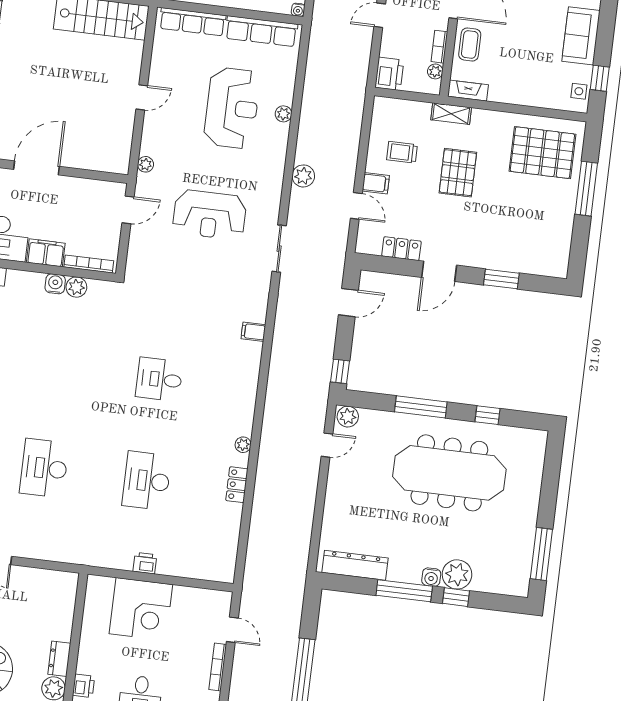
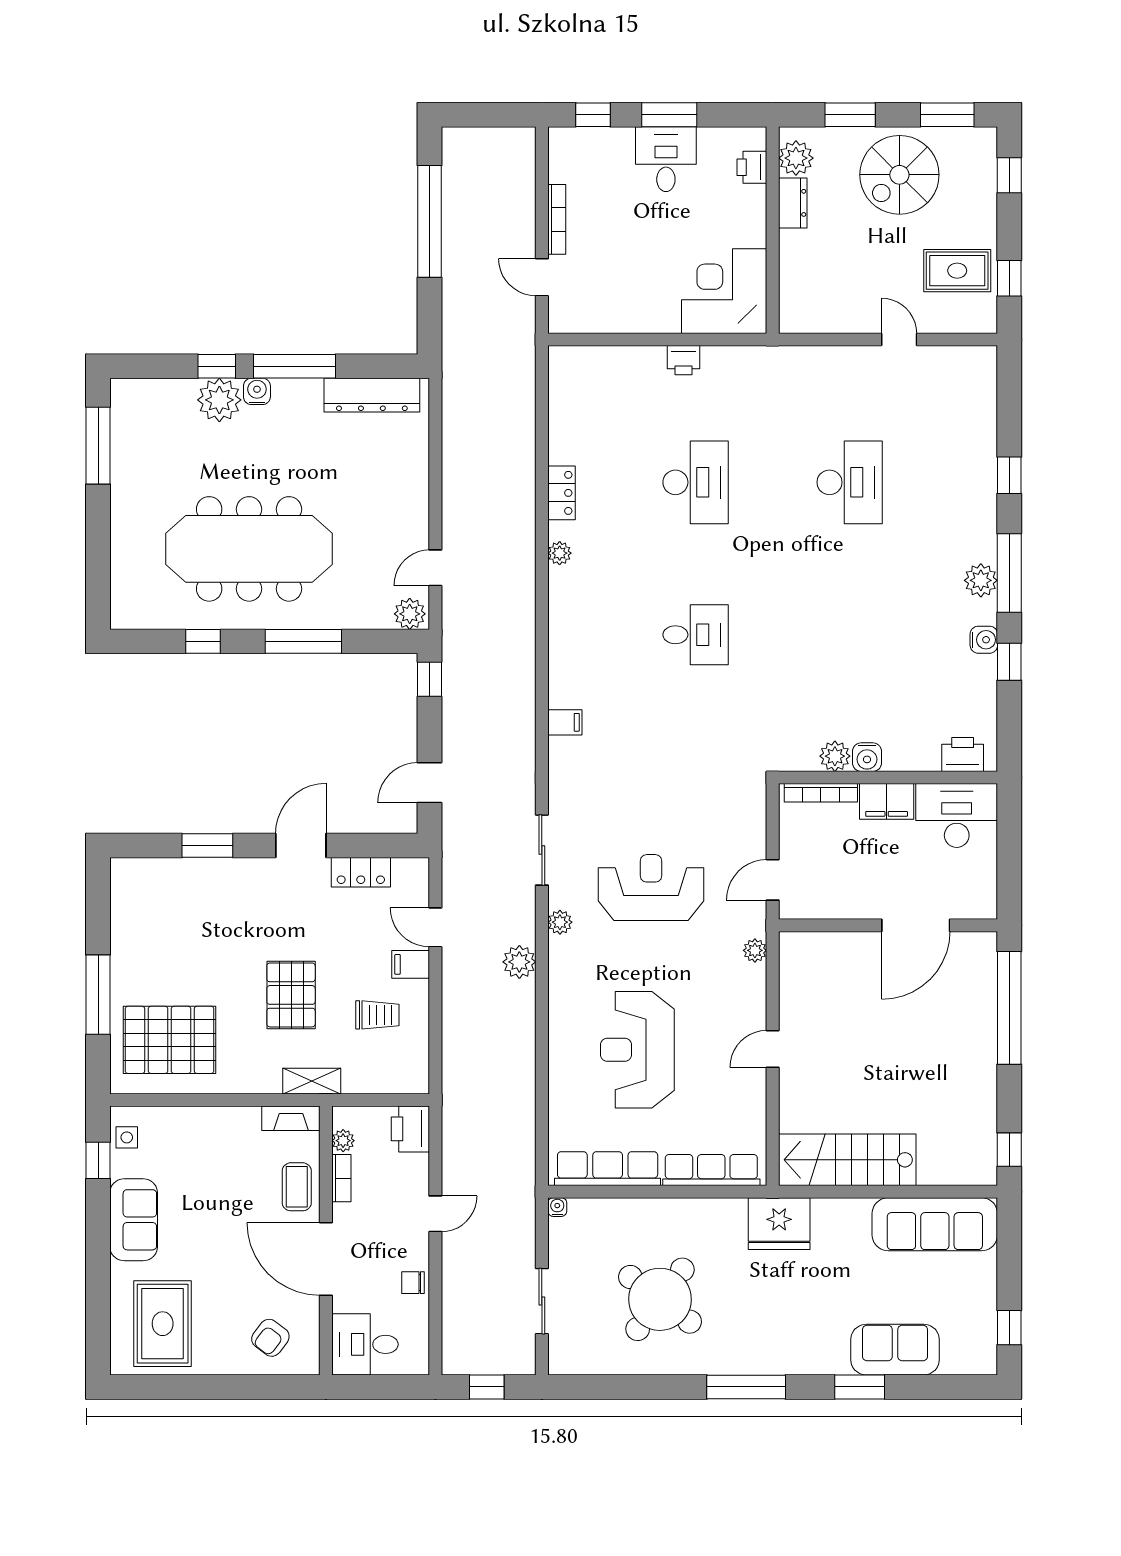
plant: (283, 114) -> (560, 922), moved
corner desk: (141, 609) -> (724, 291), moved

